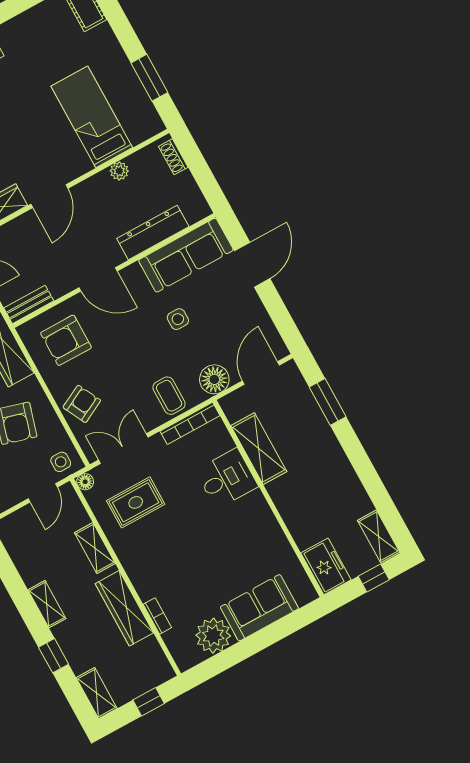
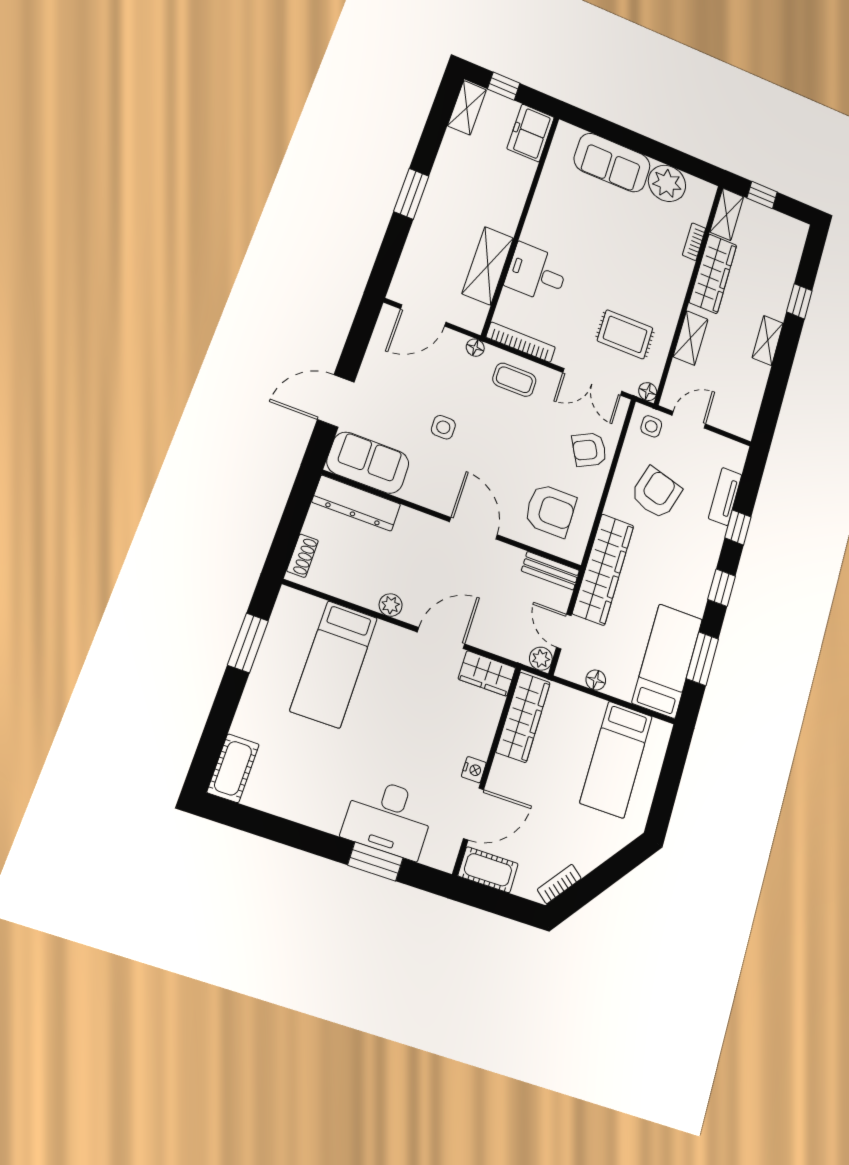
plant: (119, 171) -> (391, 605), moved
dresser: (153, 233) -> (356, 503), moved
sofa: (186, 255) -> (368, 463), width x0.73
floor lamp: (214, 379) -> (475, 348), width x0.53, depth x0.53
coffee table: (169, 396) -> (514, 380), turned 90
window: (328, 402) -> (411, 194), moved
shelving: (97, 693) -> (727, 214), moved

